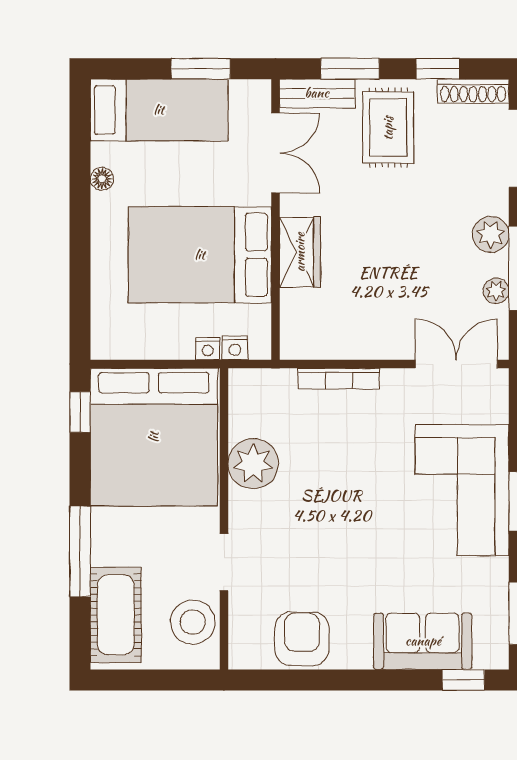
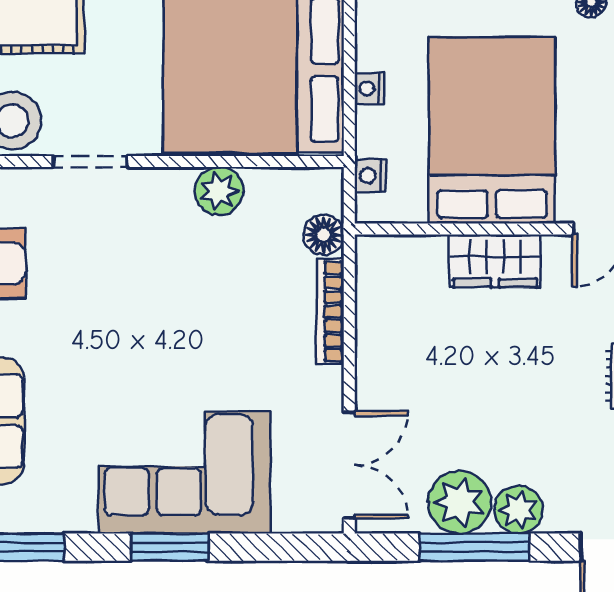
plant: (496, 291) -> (460, 502), width x1.88, depth x1.88
nightstand: (208, 349) -> (369, 88), moved
floor lamp: (280, 384) -> (323, 235), added
plant: (253, 464) -> (219, 191), width x0.73, depth x0.73

